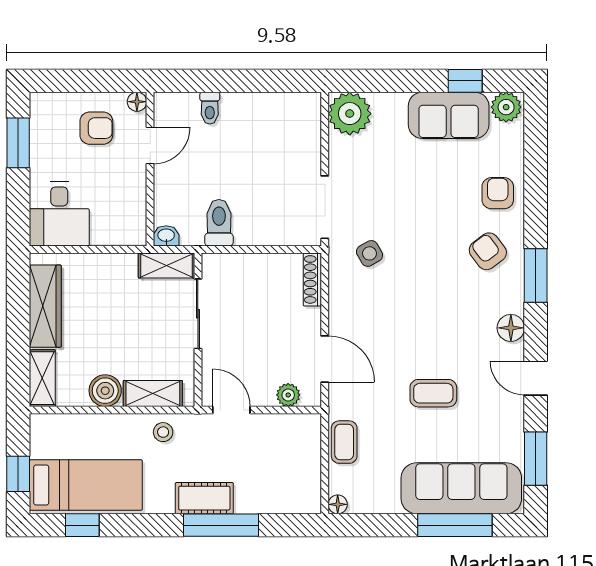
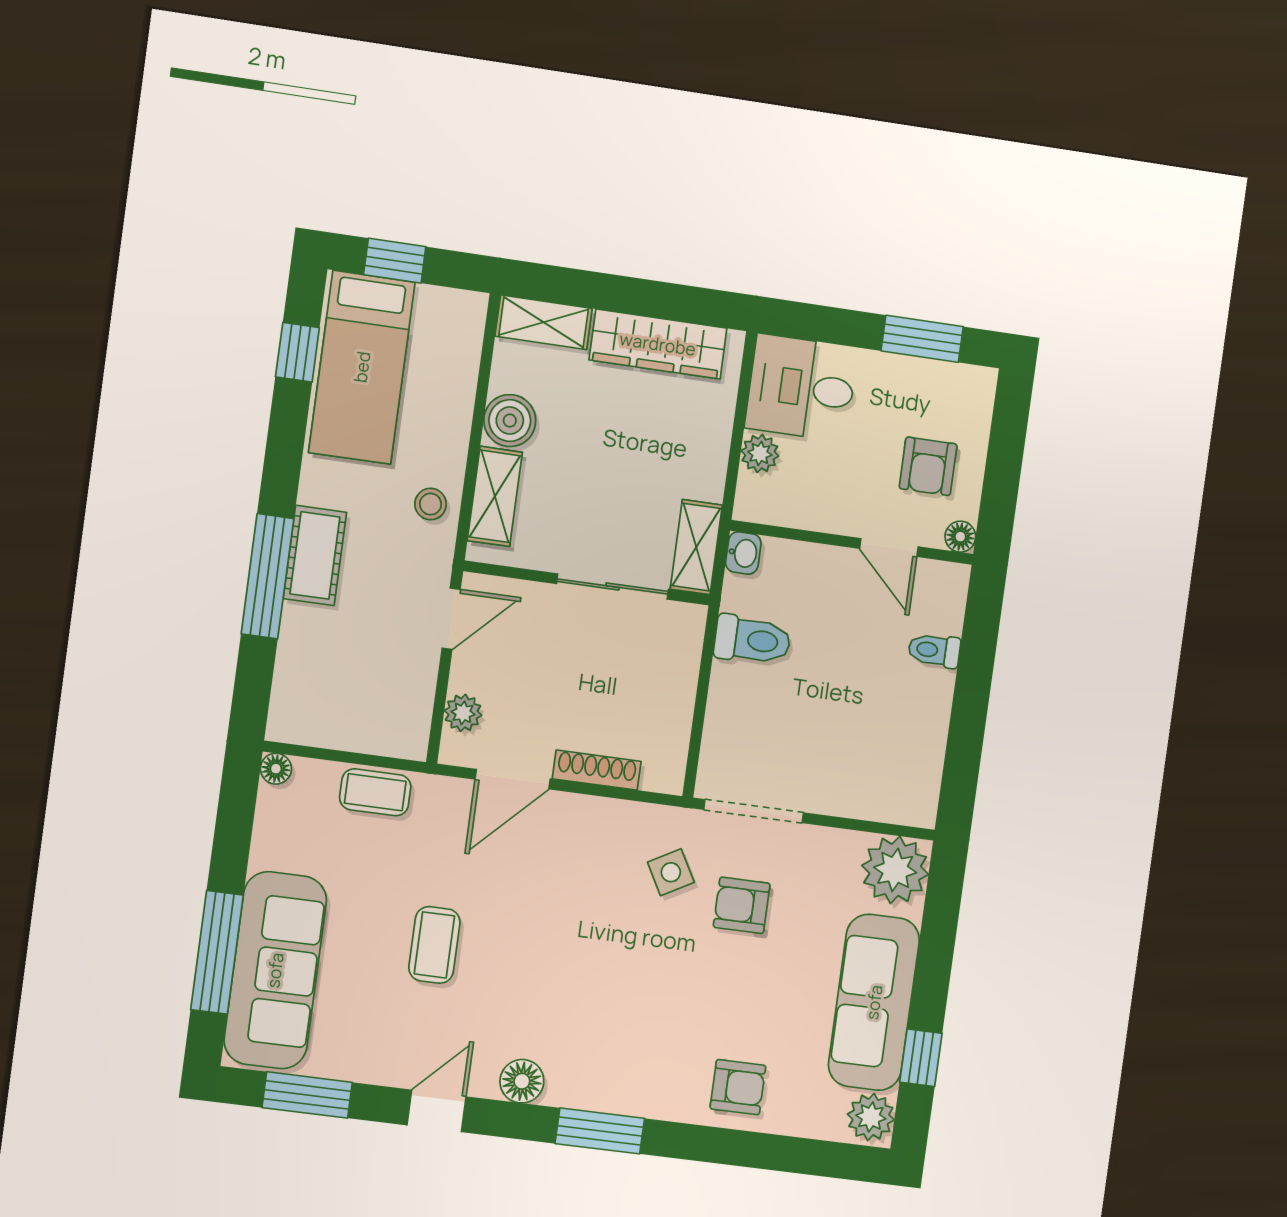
sofa: (449, 115) -> (874, 1002), width x1.36
plant: (103, 234) -> (760, 453), added
armchair: (488, 251) -> (742, 905), moved, turned -143
shoe rack: (312, 279) -> (597, 770), moved

